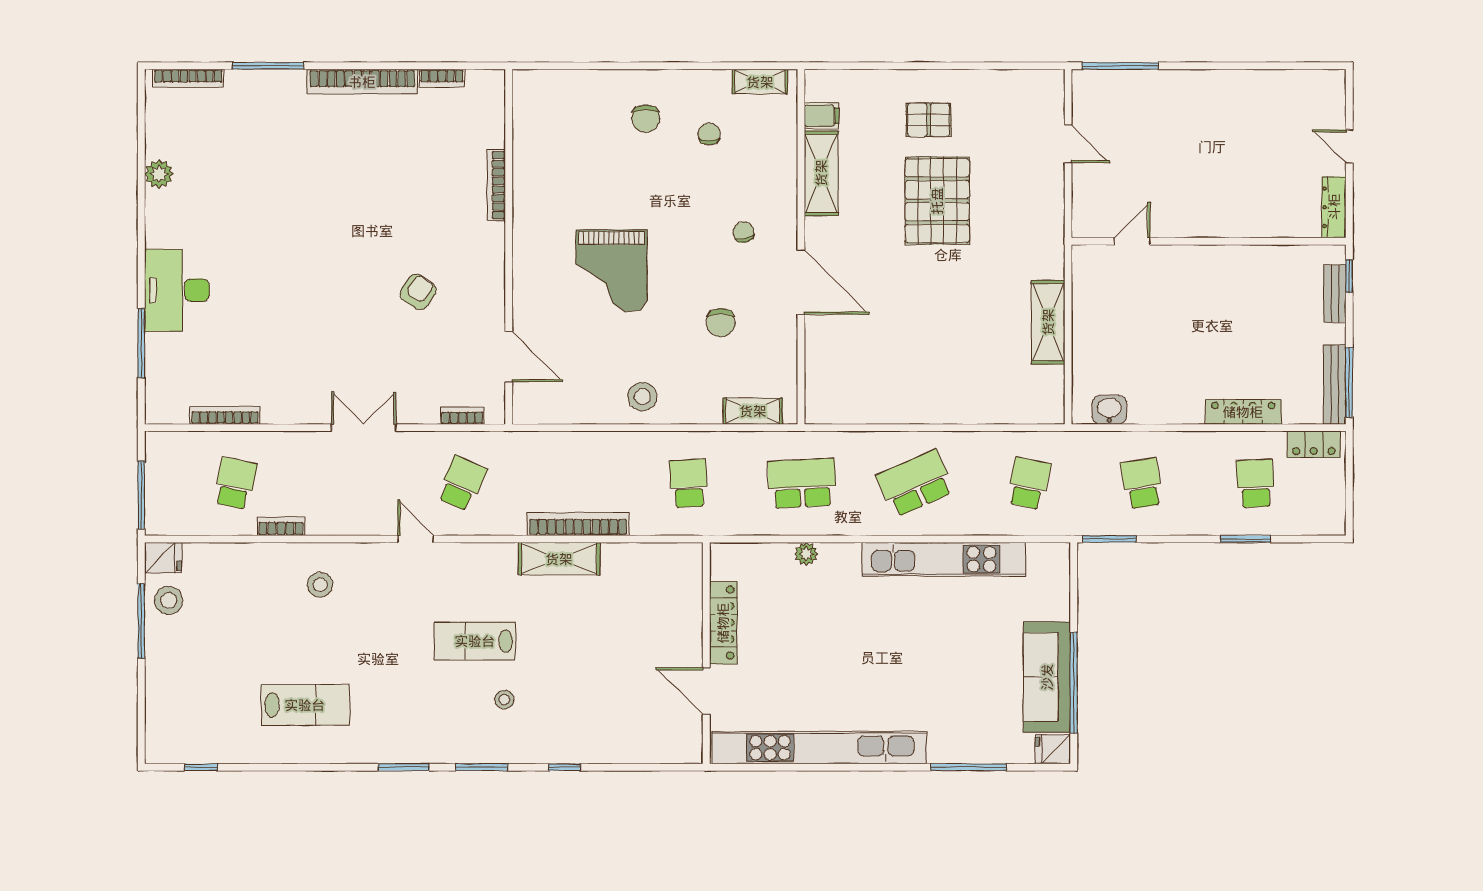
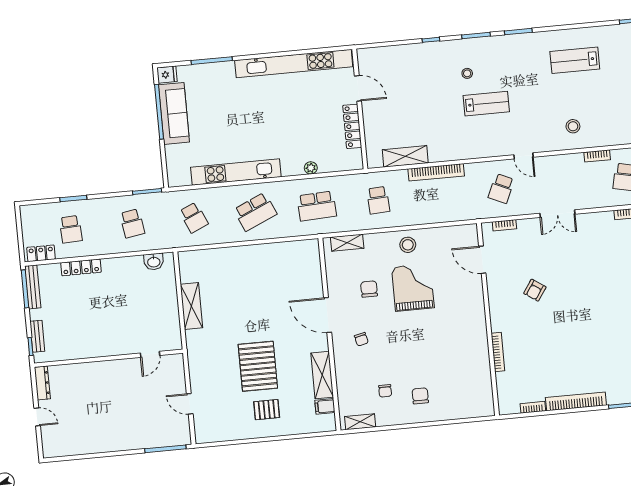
grand piano: (611, 271) -> (413, 287), moved
school desk: (1029, 483) -> (194, 218), turned -36
shelving: (559, 559) -> (405, 156), moved

